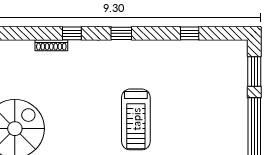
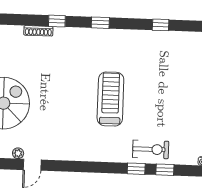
treadmill: (136, 119) -> (110, 99), turned 180

